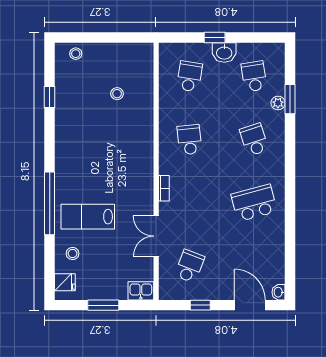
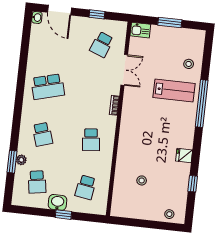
fridge: (65, 282) -> (184, 155), moved

